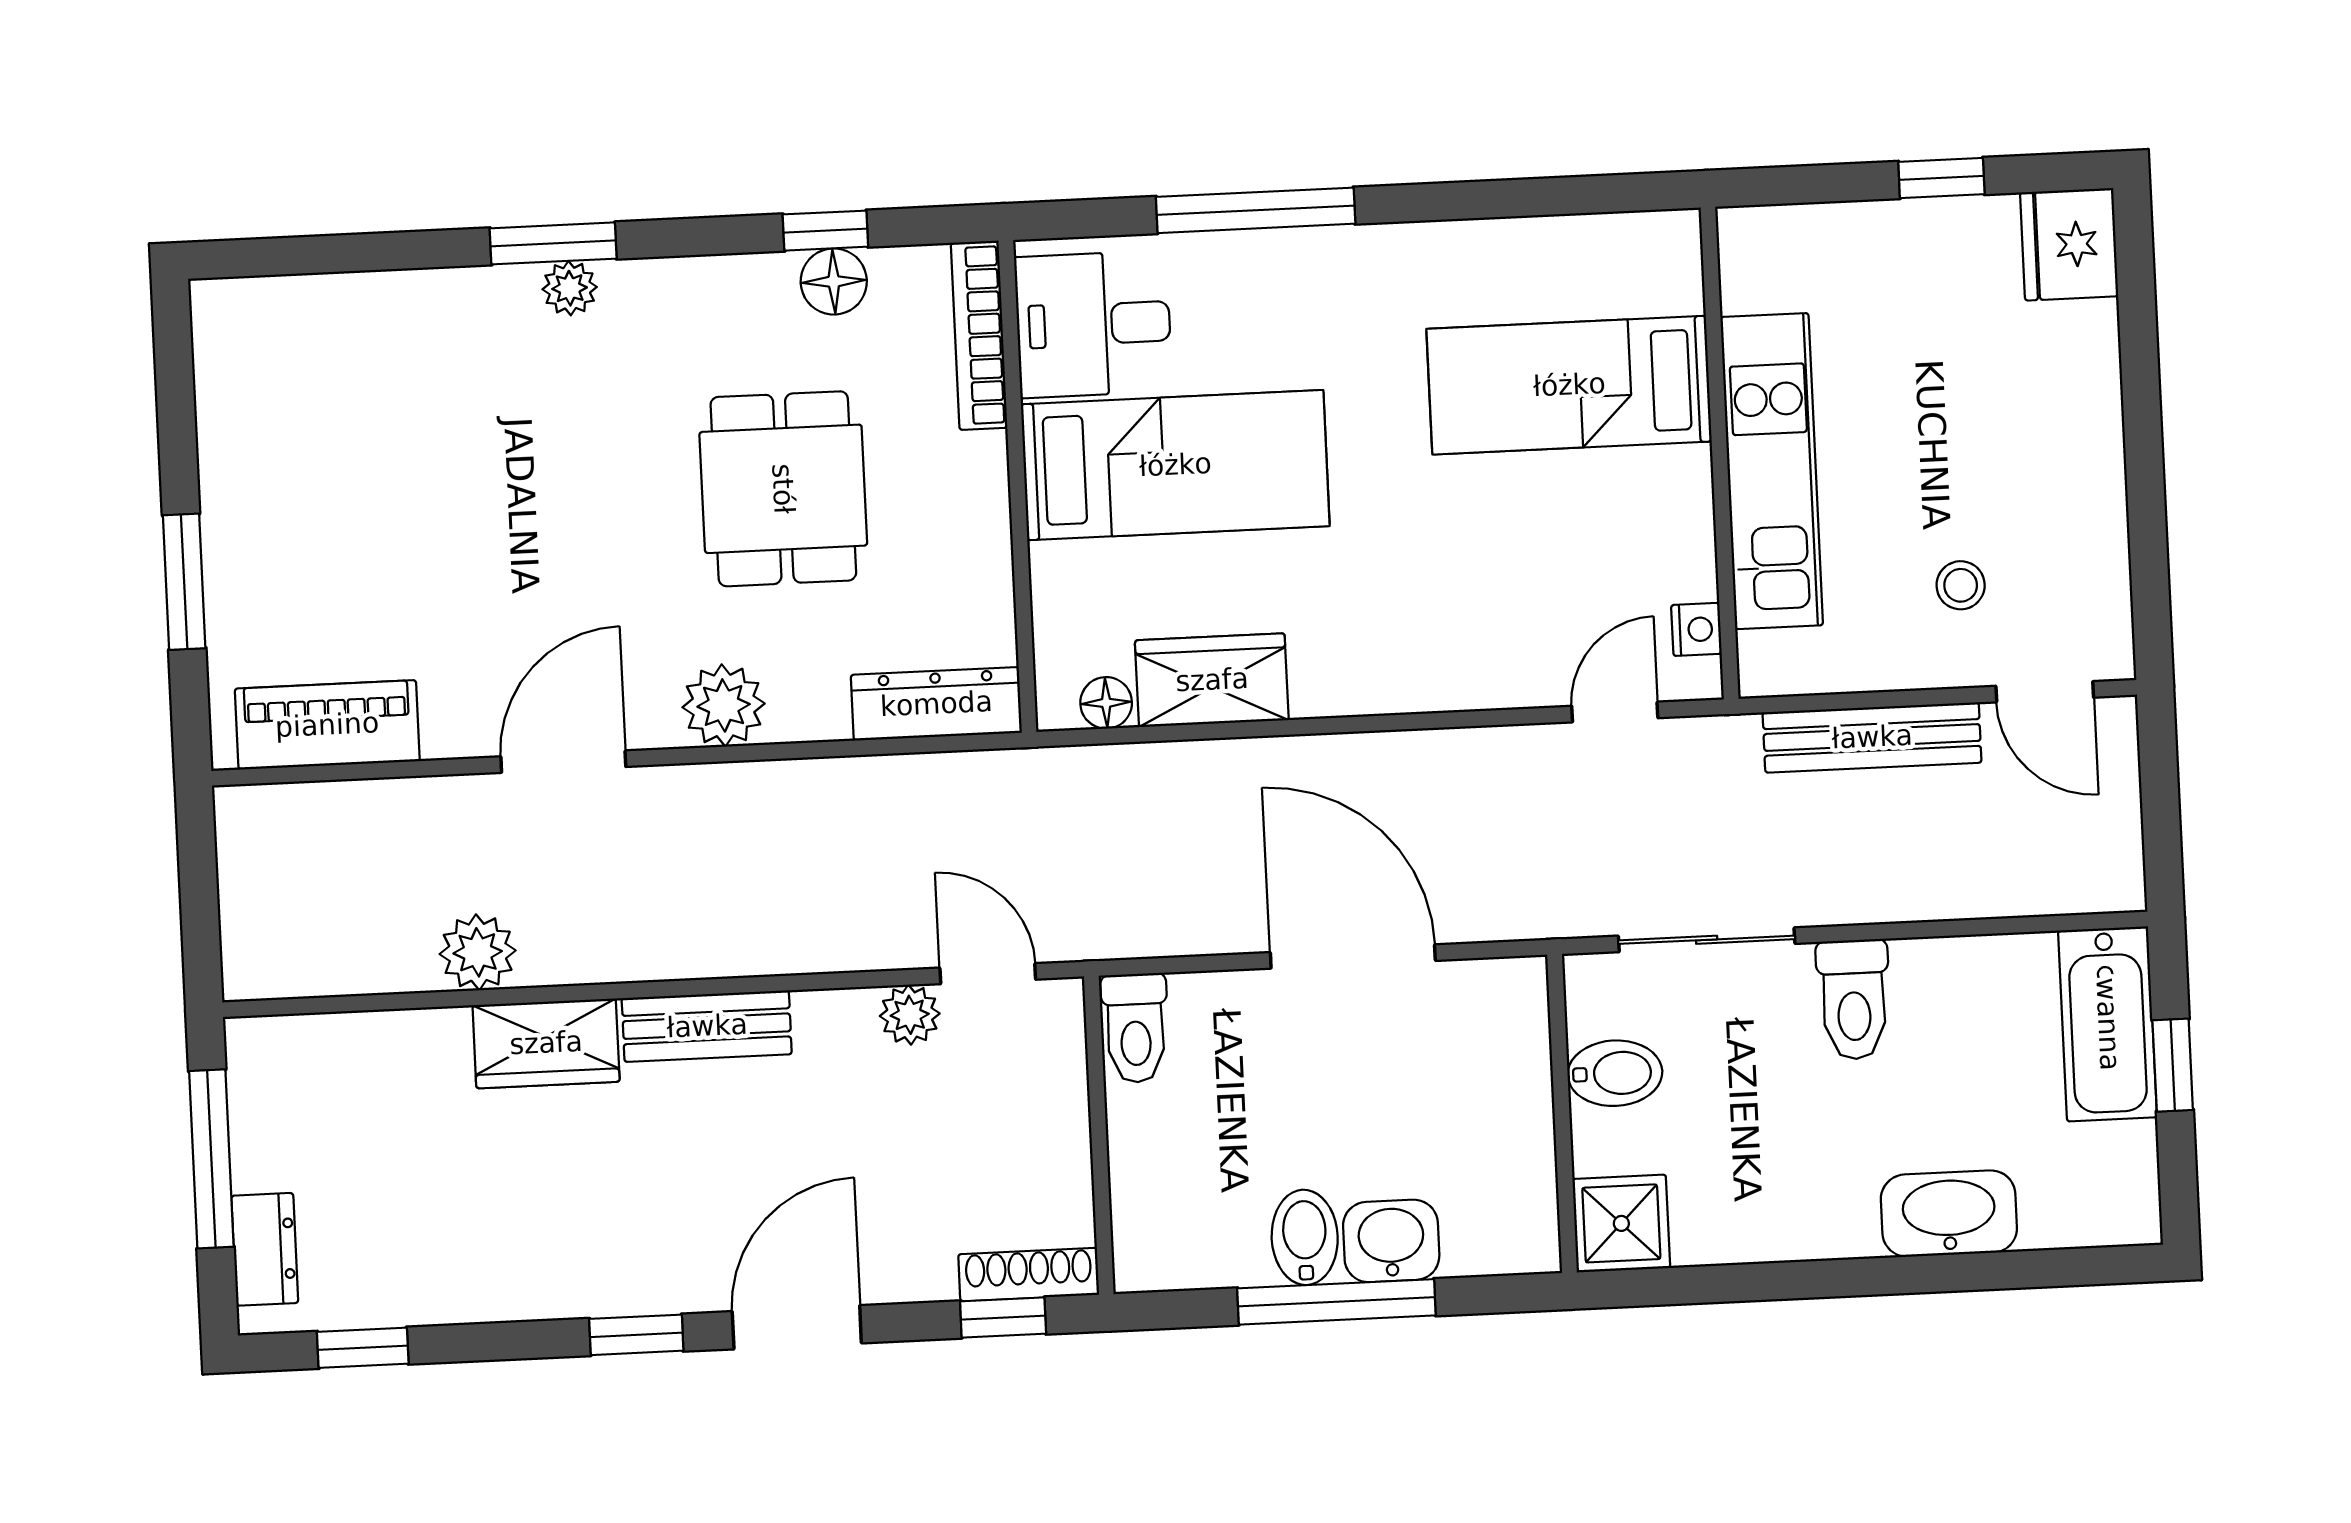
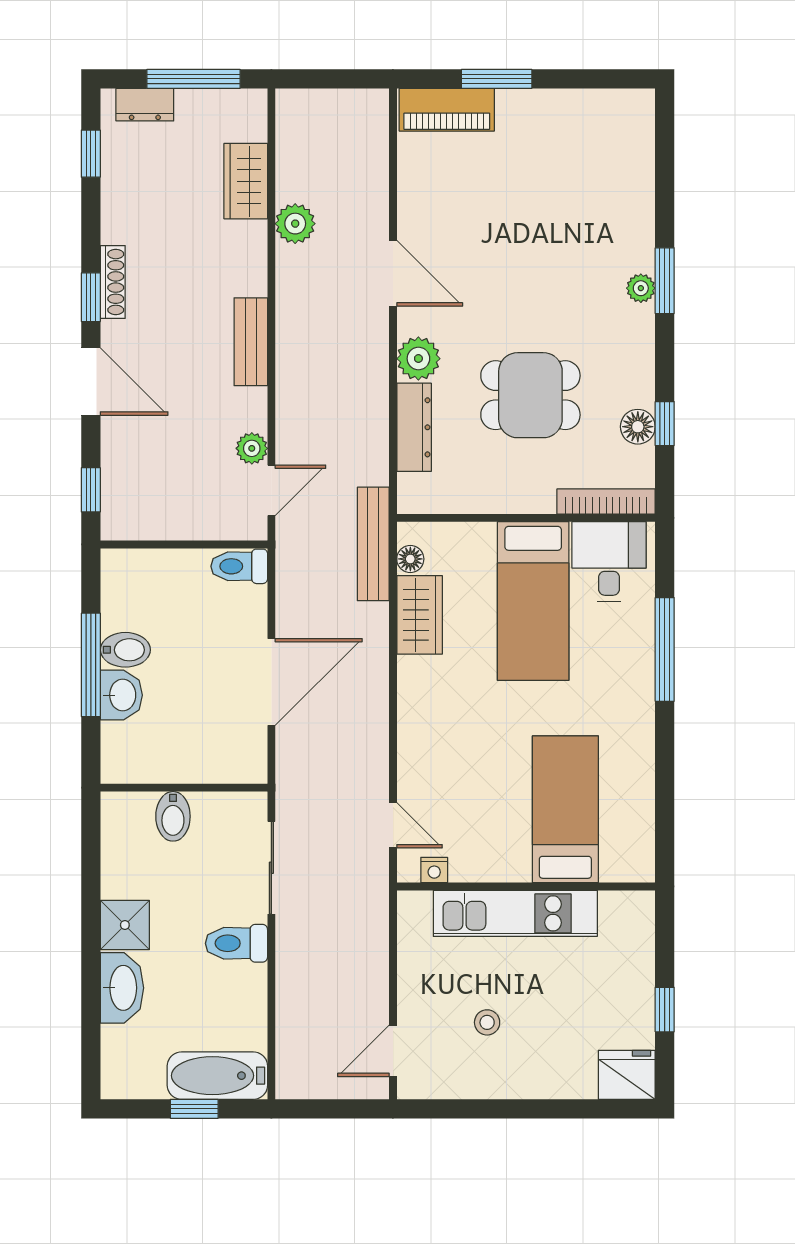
stool: (1961, 585) -> (487, 1022), moved
dresser: (936, 704) -> (414, 427), moved
piano: (327, 725) -> (447, 110), moved, turned 90
bench: (1872, 737) -> (373, 544), moved
wardrobe: (546, 1043) -> (246, 181), moved
bidet: (1615, 1073) -> (173, 816), moved
shower: (1621, 1223) -> (125, 925), moved
shoe rack: (1029, 1275) -> (113, 282), moved

